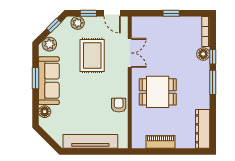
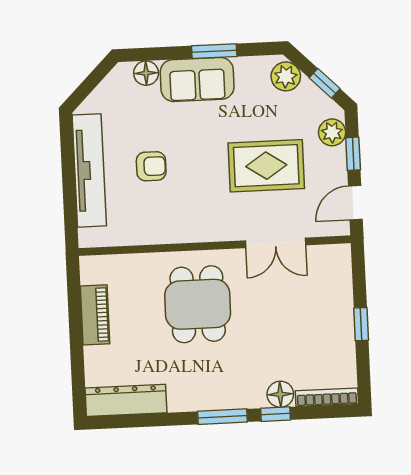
sofa: (49, 81) -> (197, 79), width x0.73
armchair: (119, 105) -> (151, 166), moved

